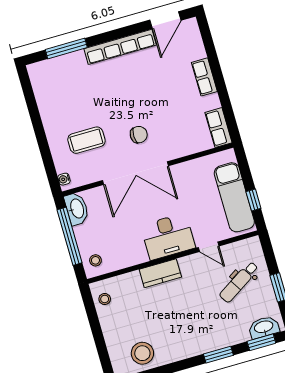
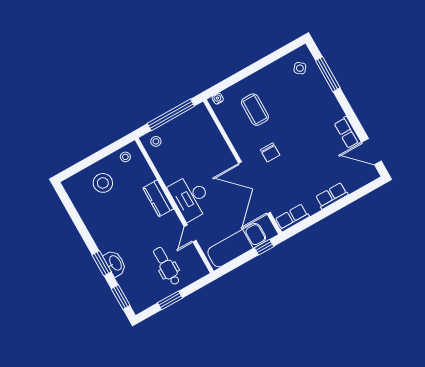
row of seats: (120, 47) -> (348, 132), width x0.50
side table: (52, 78) -> (300, 68), added
double door: (135, 173) -> (254, 188), moved
window: (253, 200) -> (264, 247), moved
washbasin: (77, 209) -> (195, 115), removed
dental chair: (239, 282) -> (167, 266), turned 32
washbasin: (264, 327) -> (115, 263), moved
stool: (142, 353) -> (103, 183), moved

